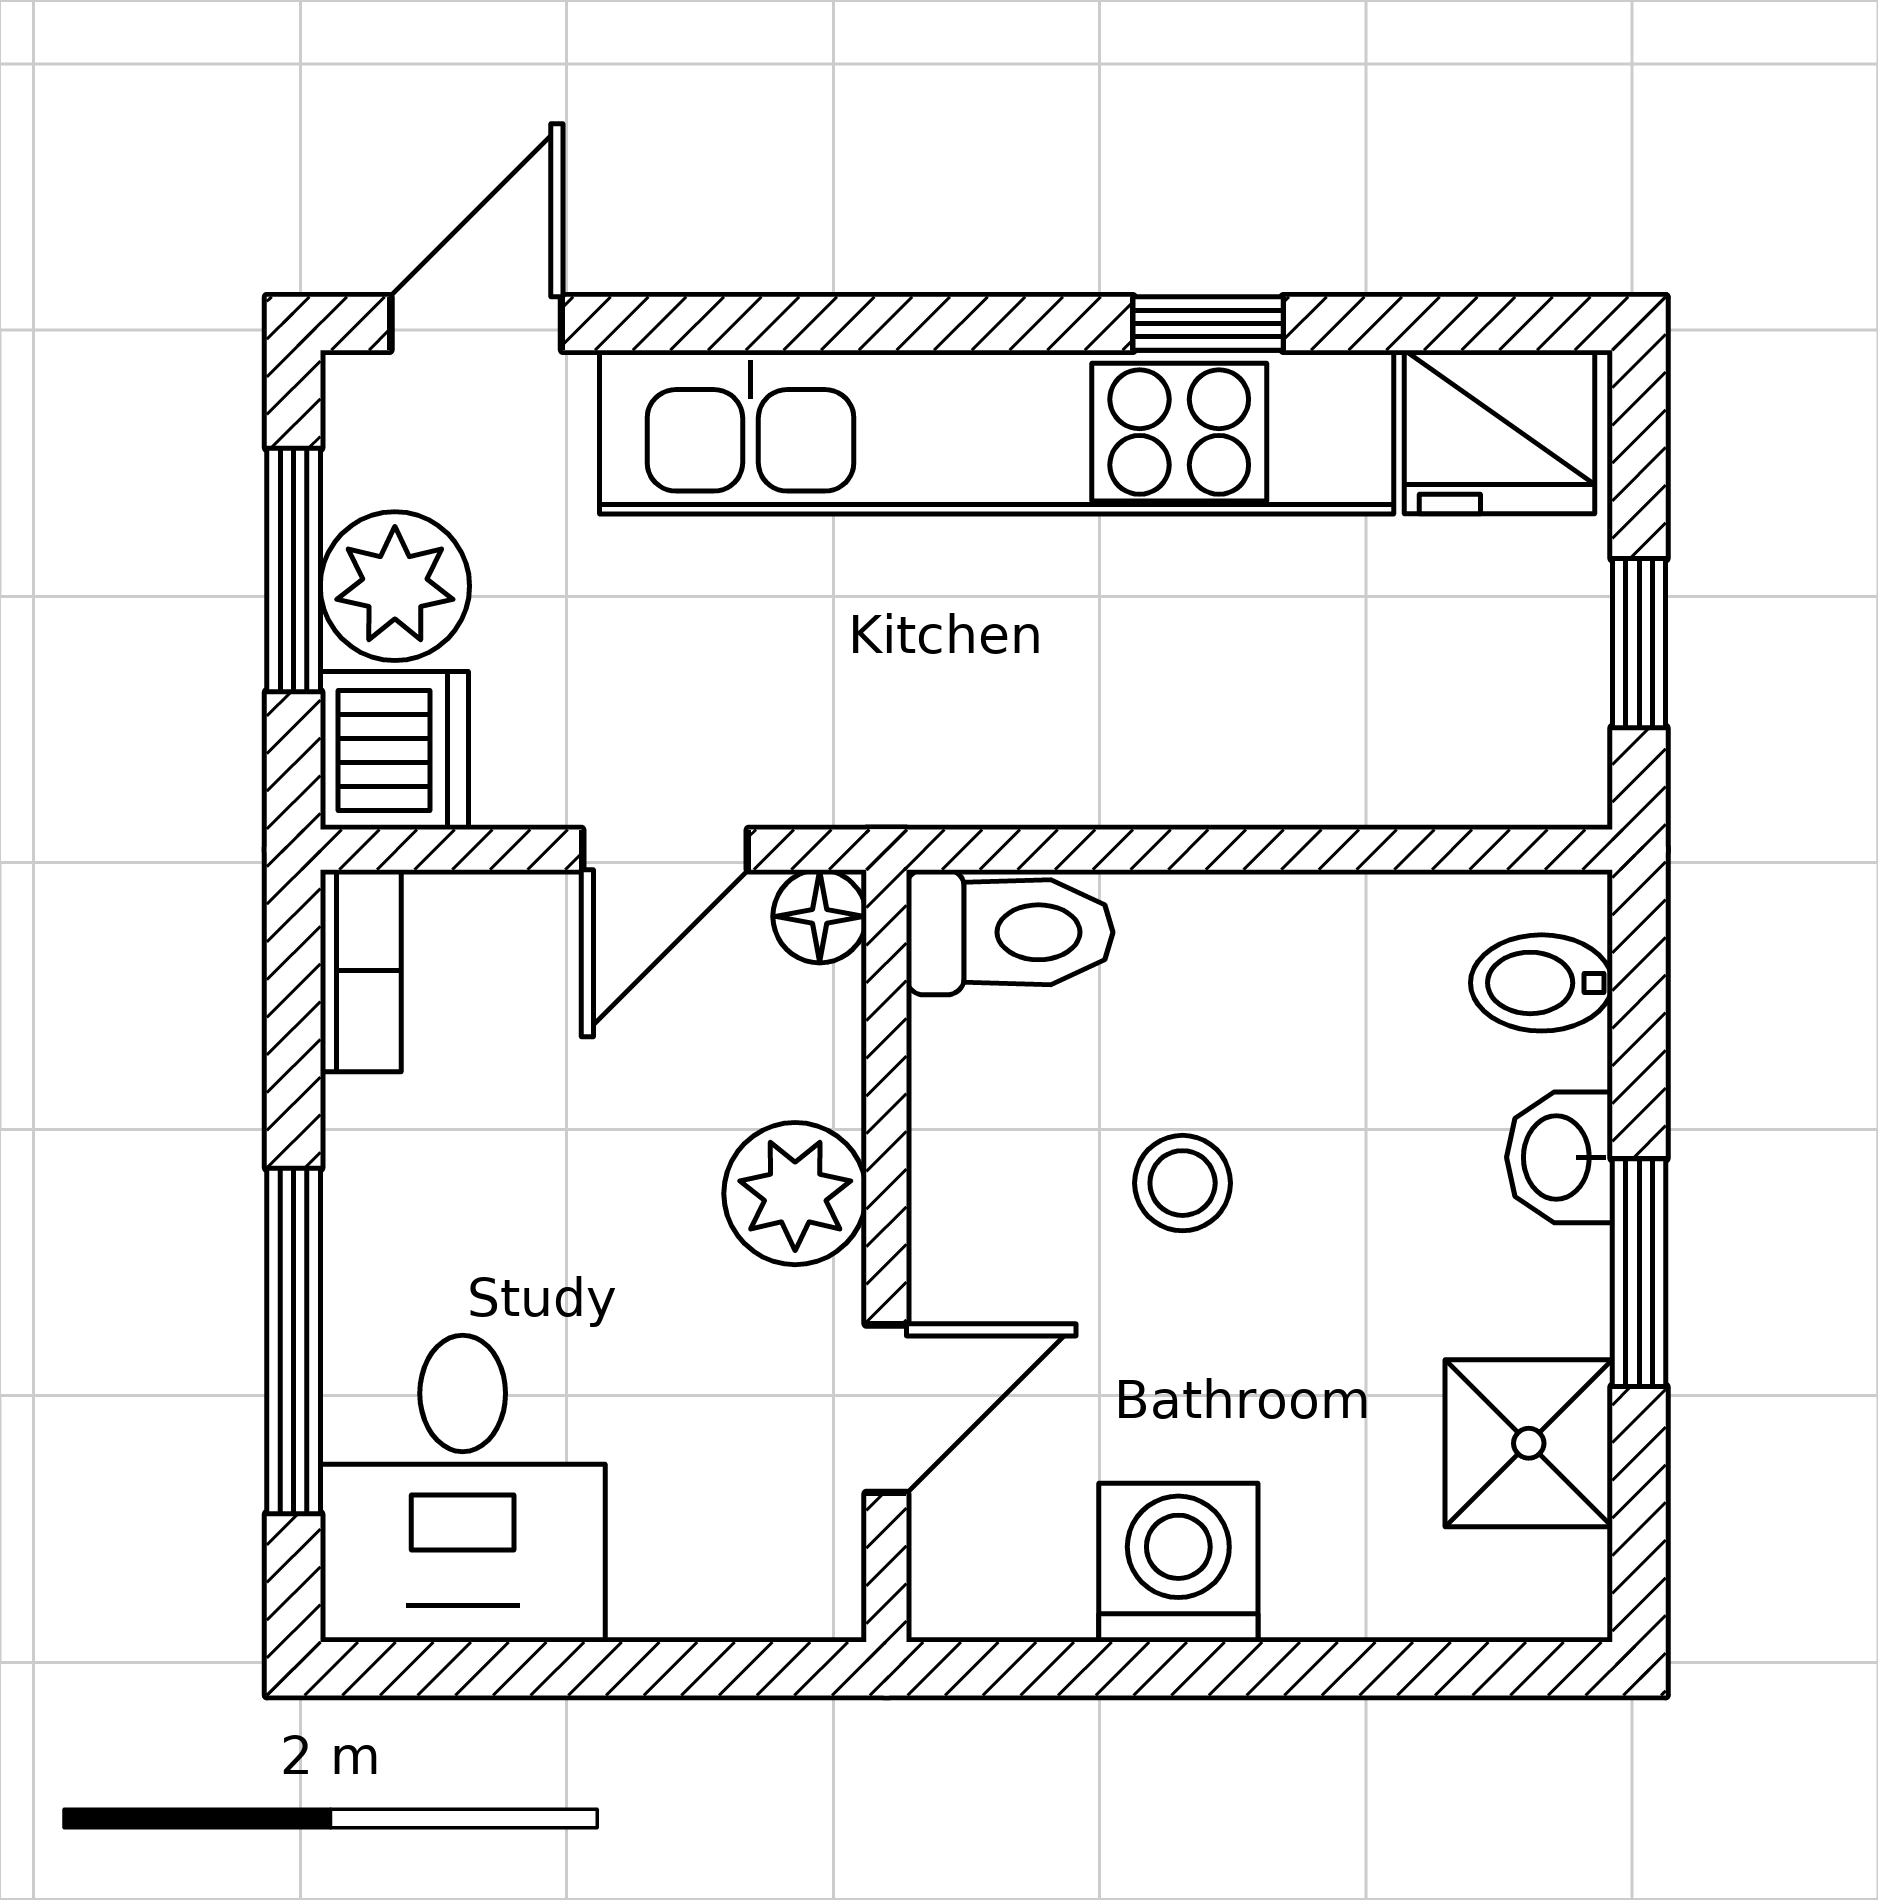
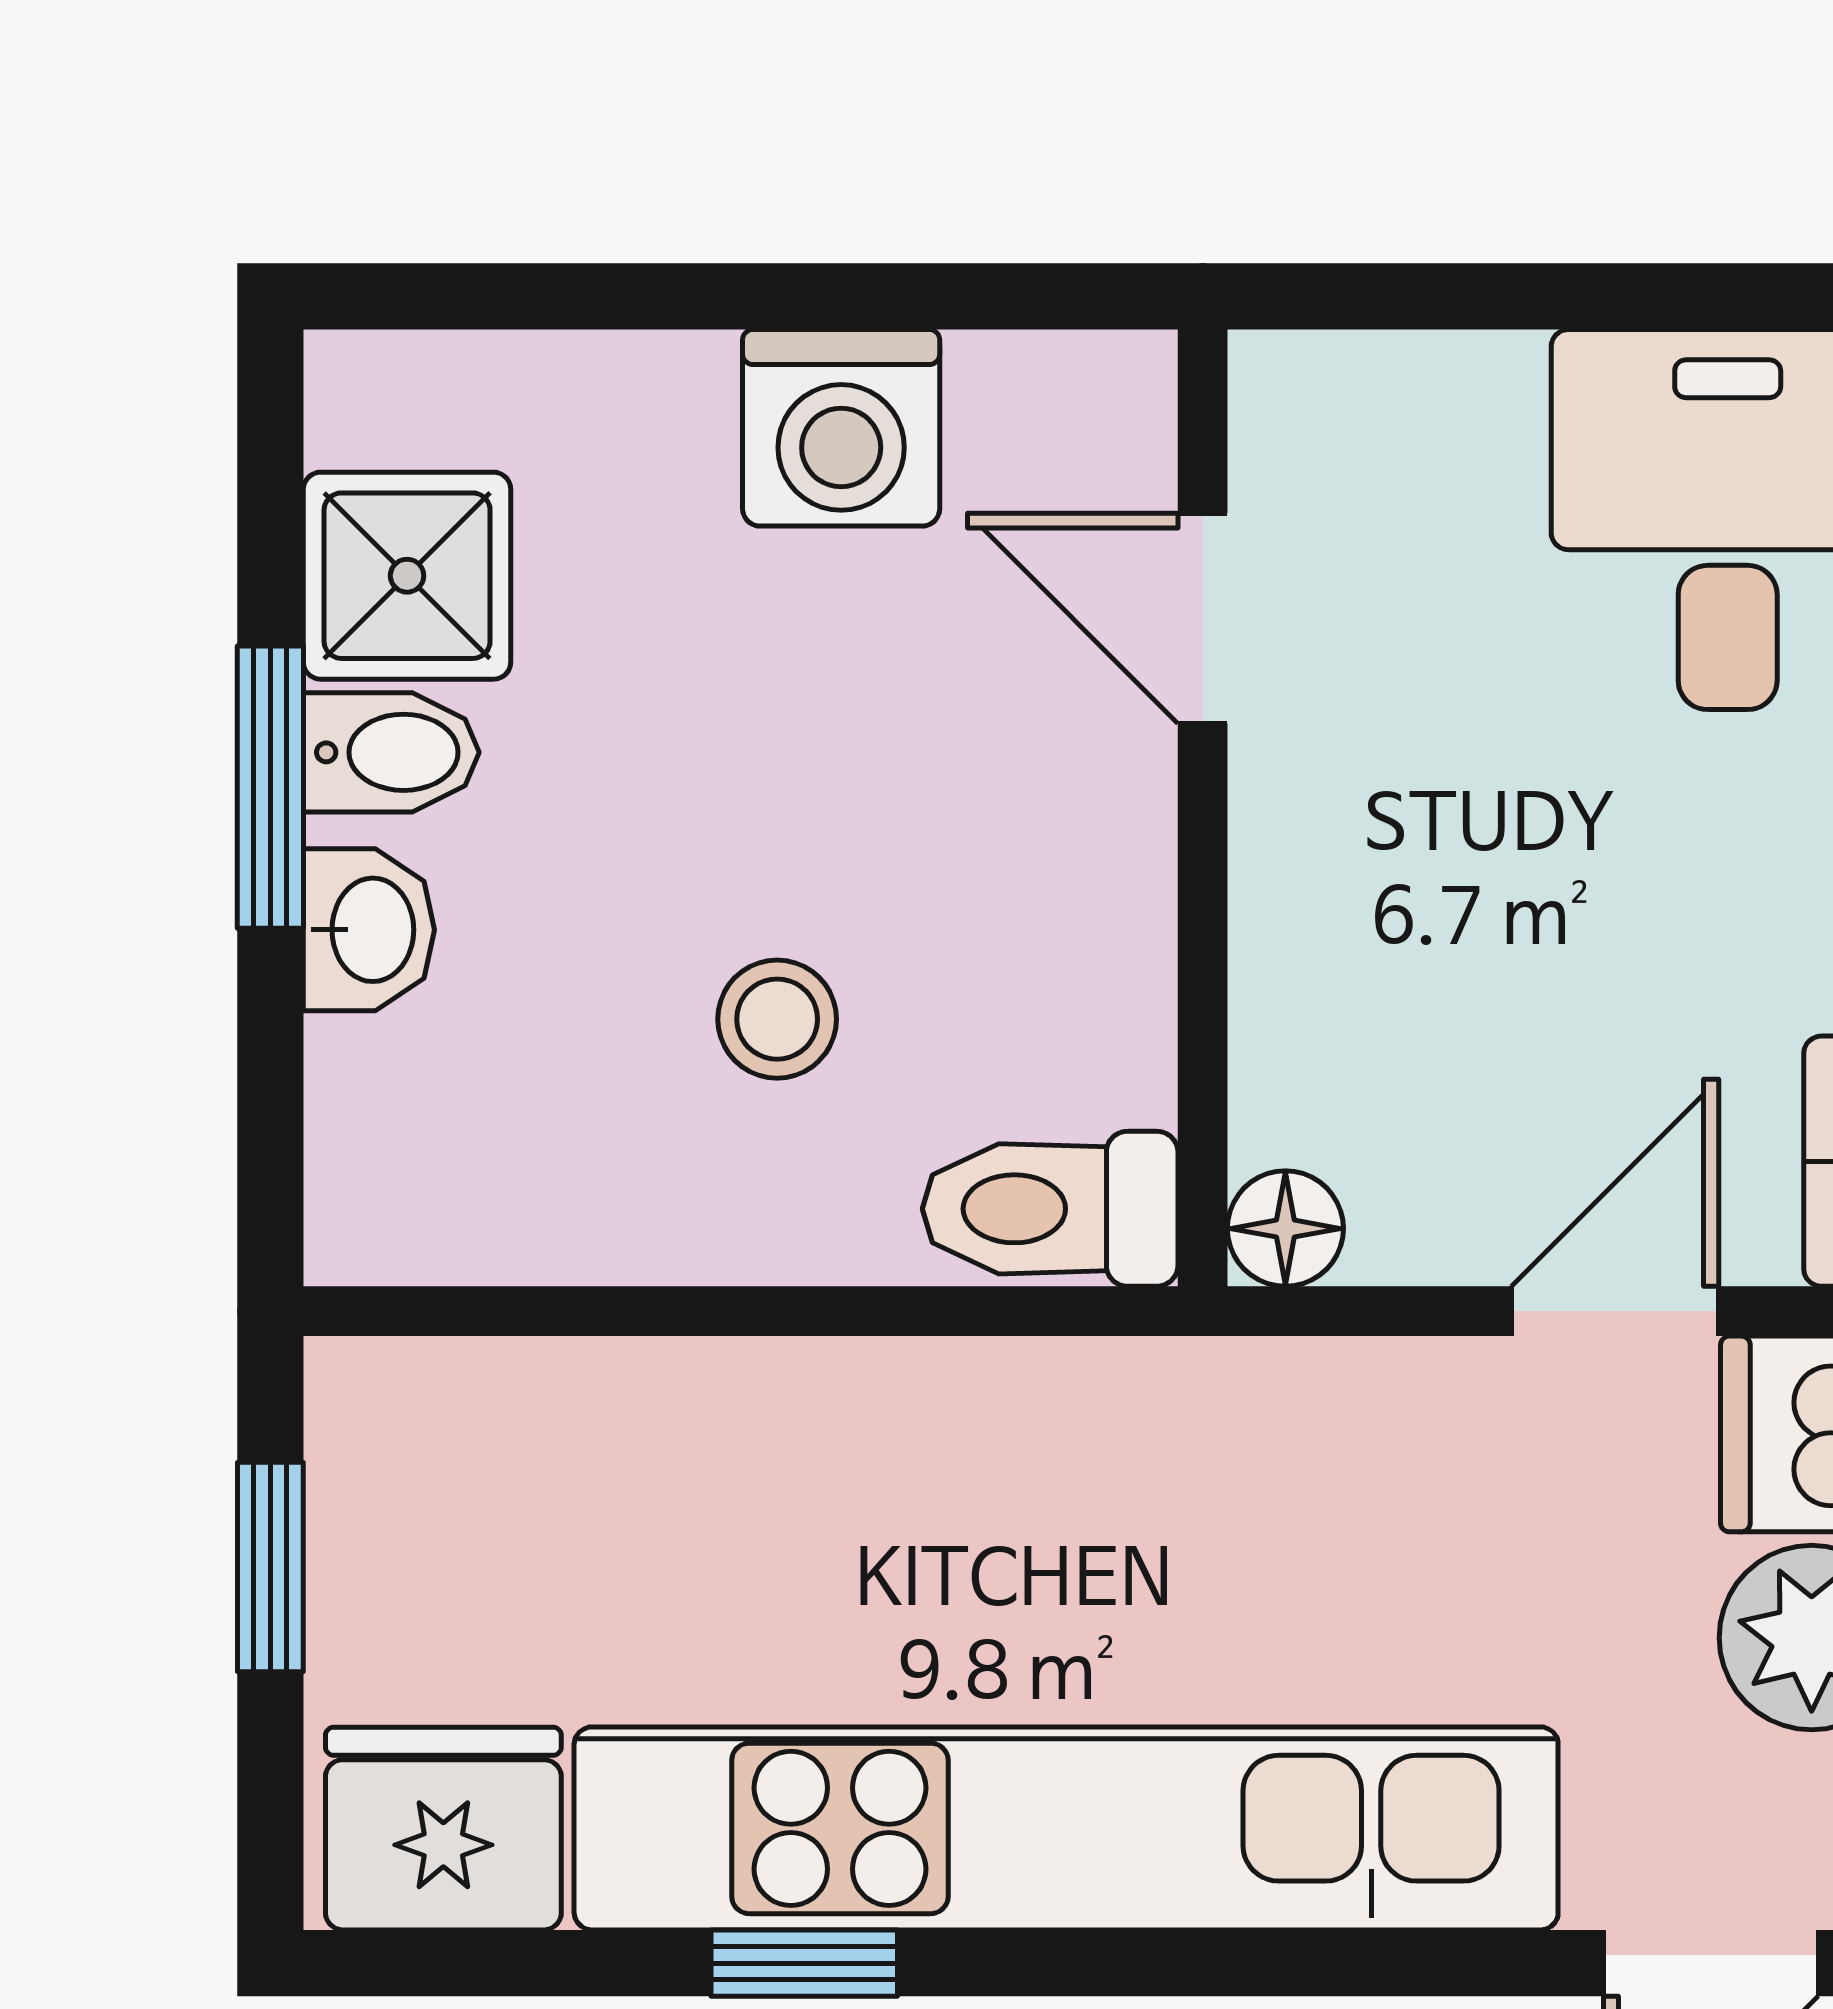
door: (665, 850) -> (1615, 1311), moved
bidet: (1542, 983) -> (391, 752), moved
stool: (1183, 1183) -> (777, 1019), moved
plant: (795, 1194) -> (1316, 885), removed
door: (886, 1409) -> (1203, 618), hinge flipped

